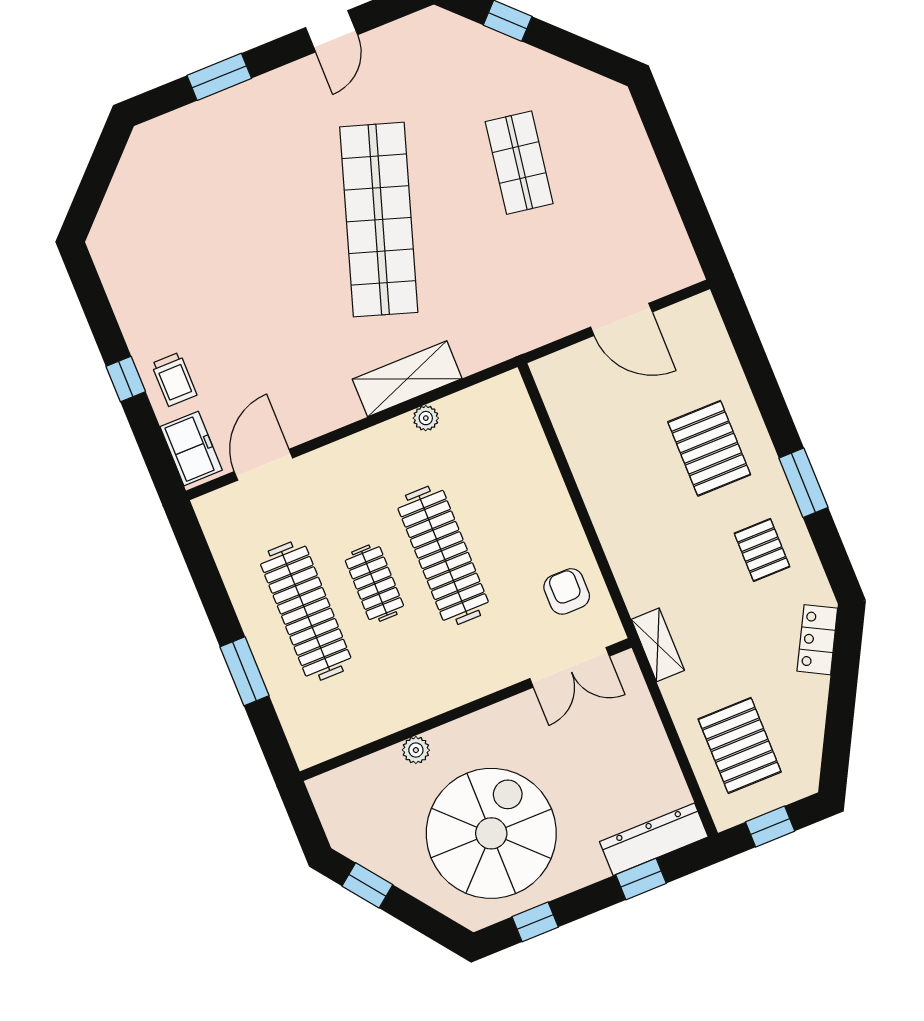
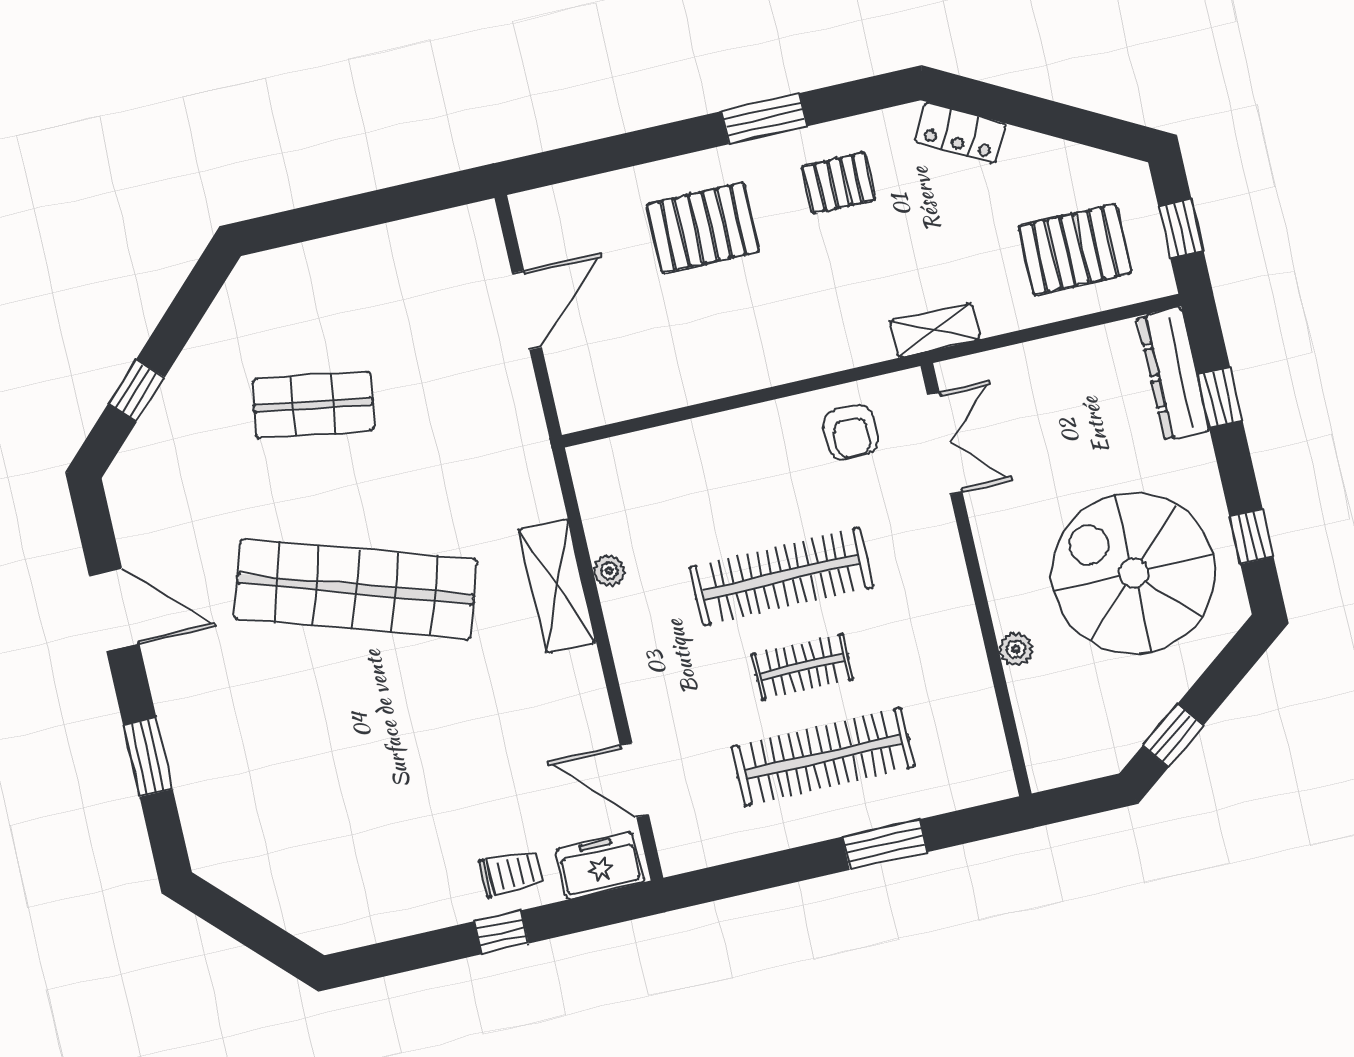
door: (332, 31) -> (114, 610), width x1.38
armchair: (567, 591) -> (851, 432), turned -90

